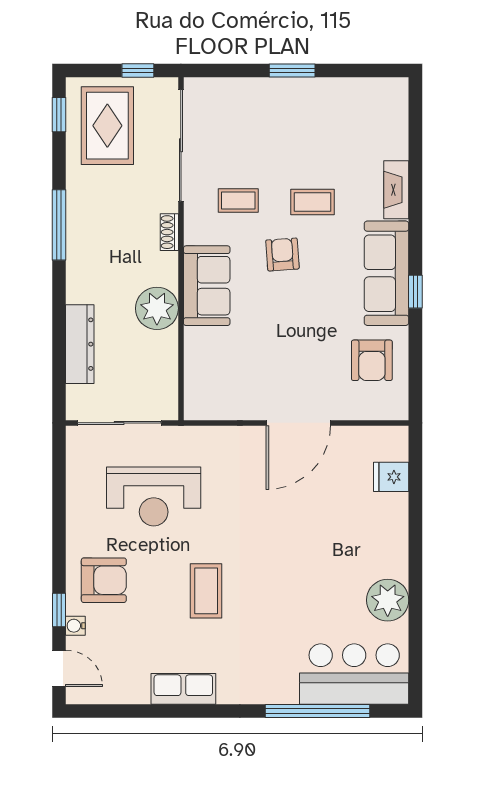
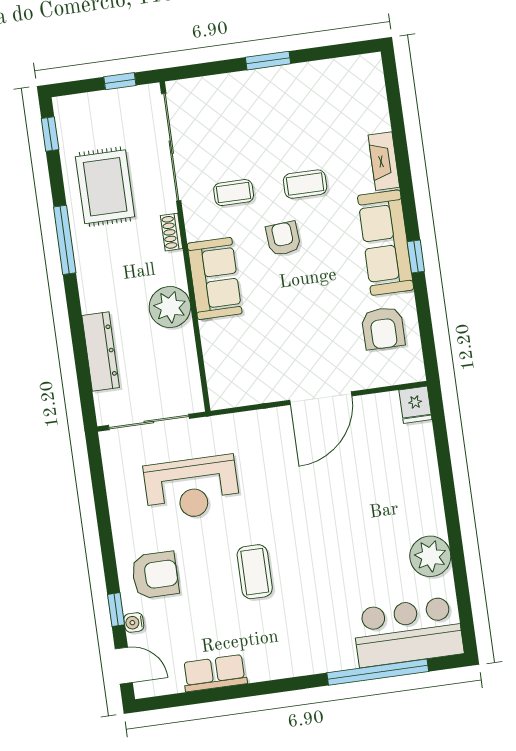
rug: (107, 126) -> (105, 187), moved
fridge: (391, 477) -> (415, 405), moved, turned -90
row of seats: (183, 689) -> (215, 673), moved

